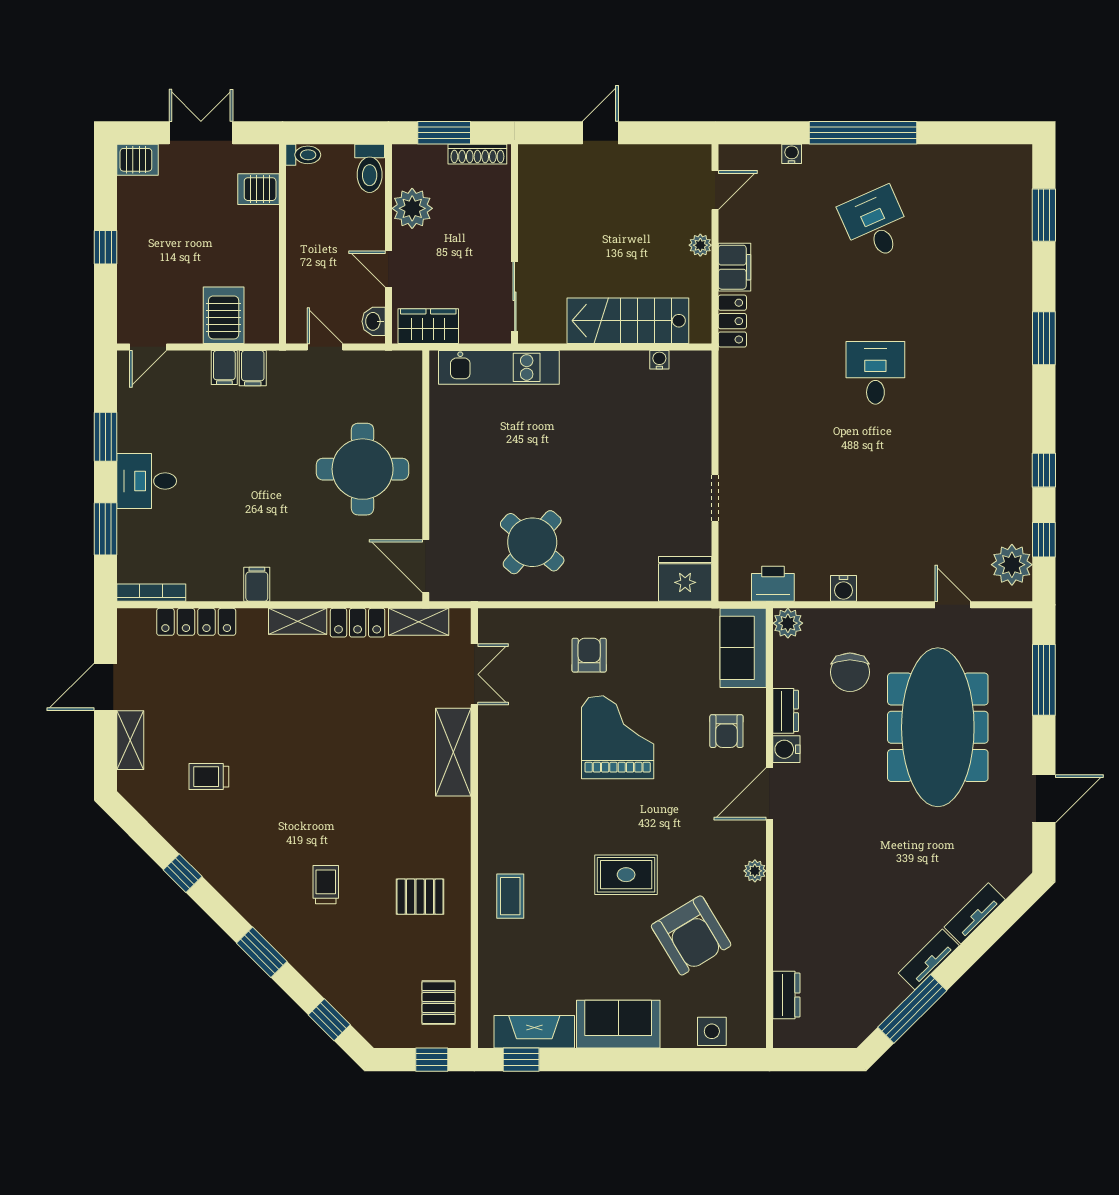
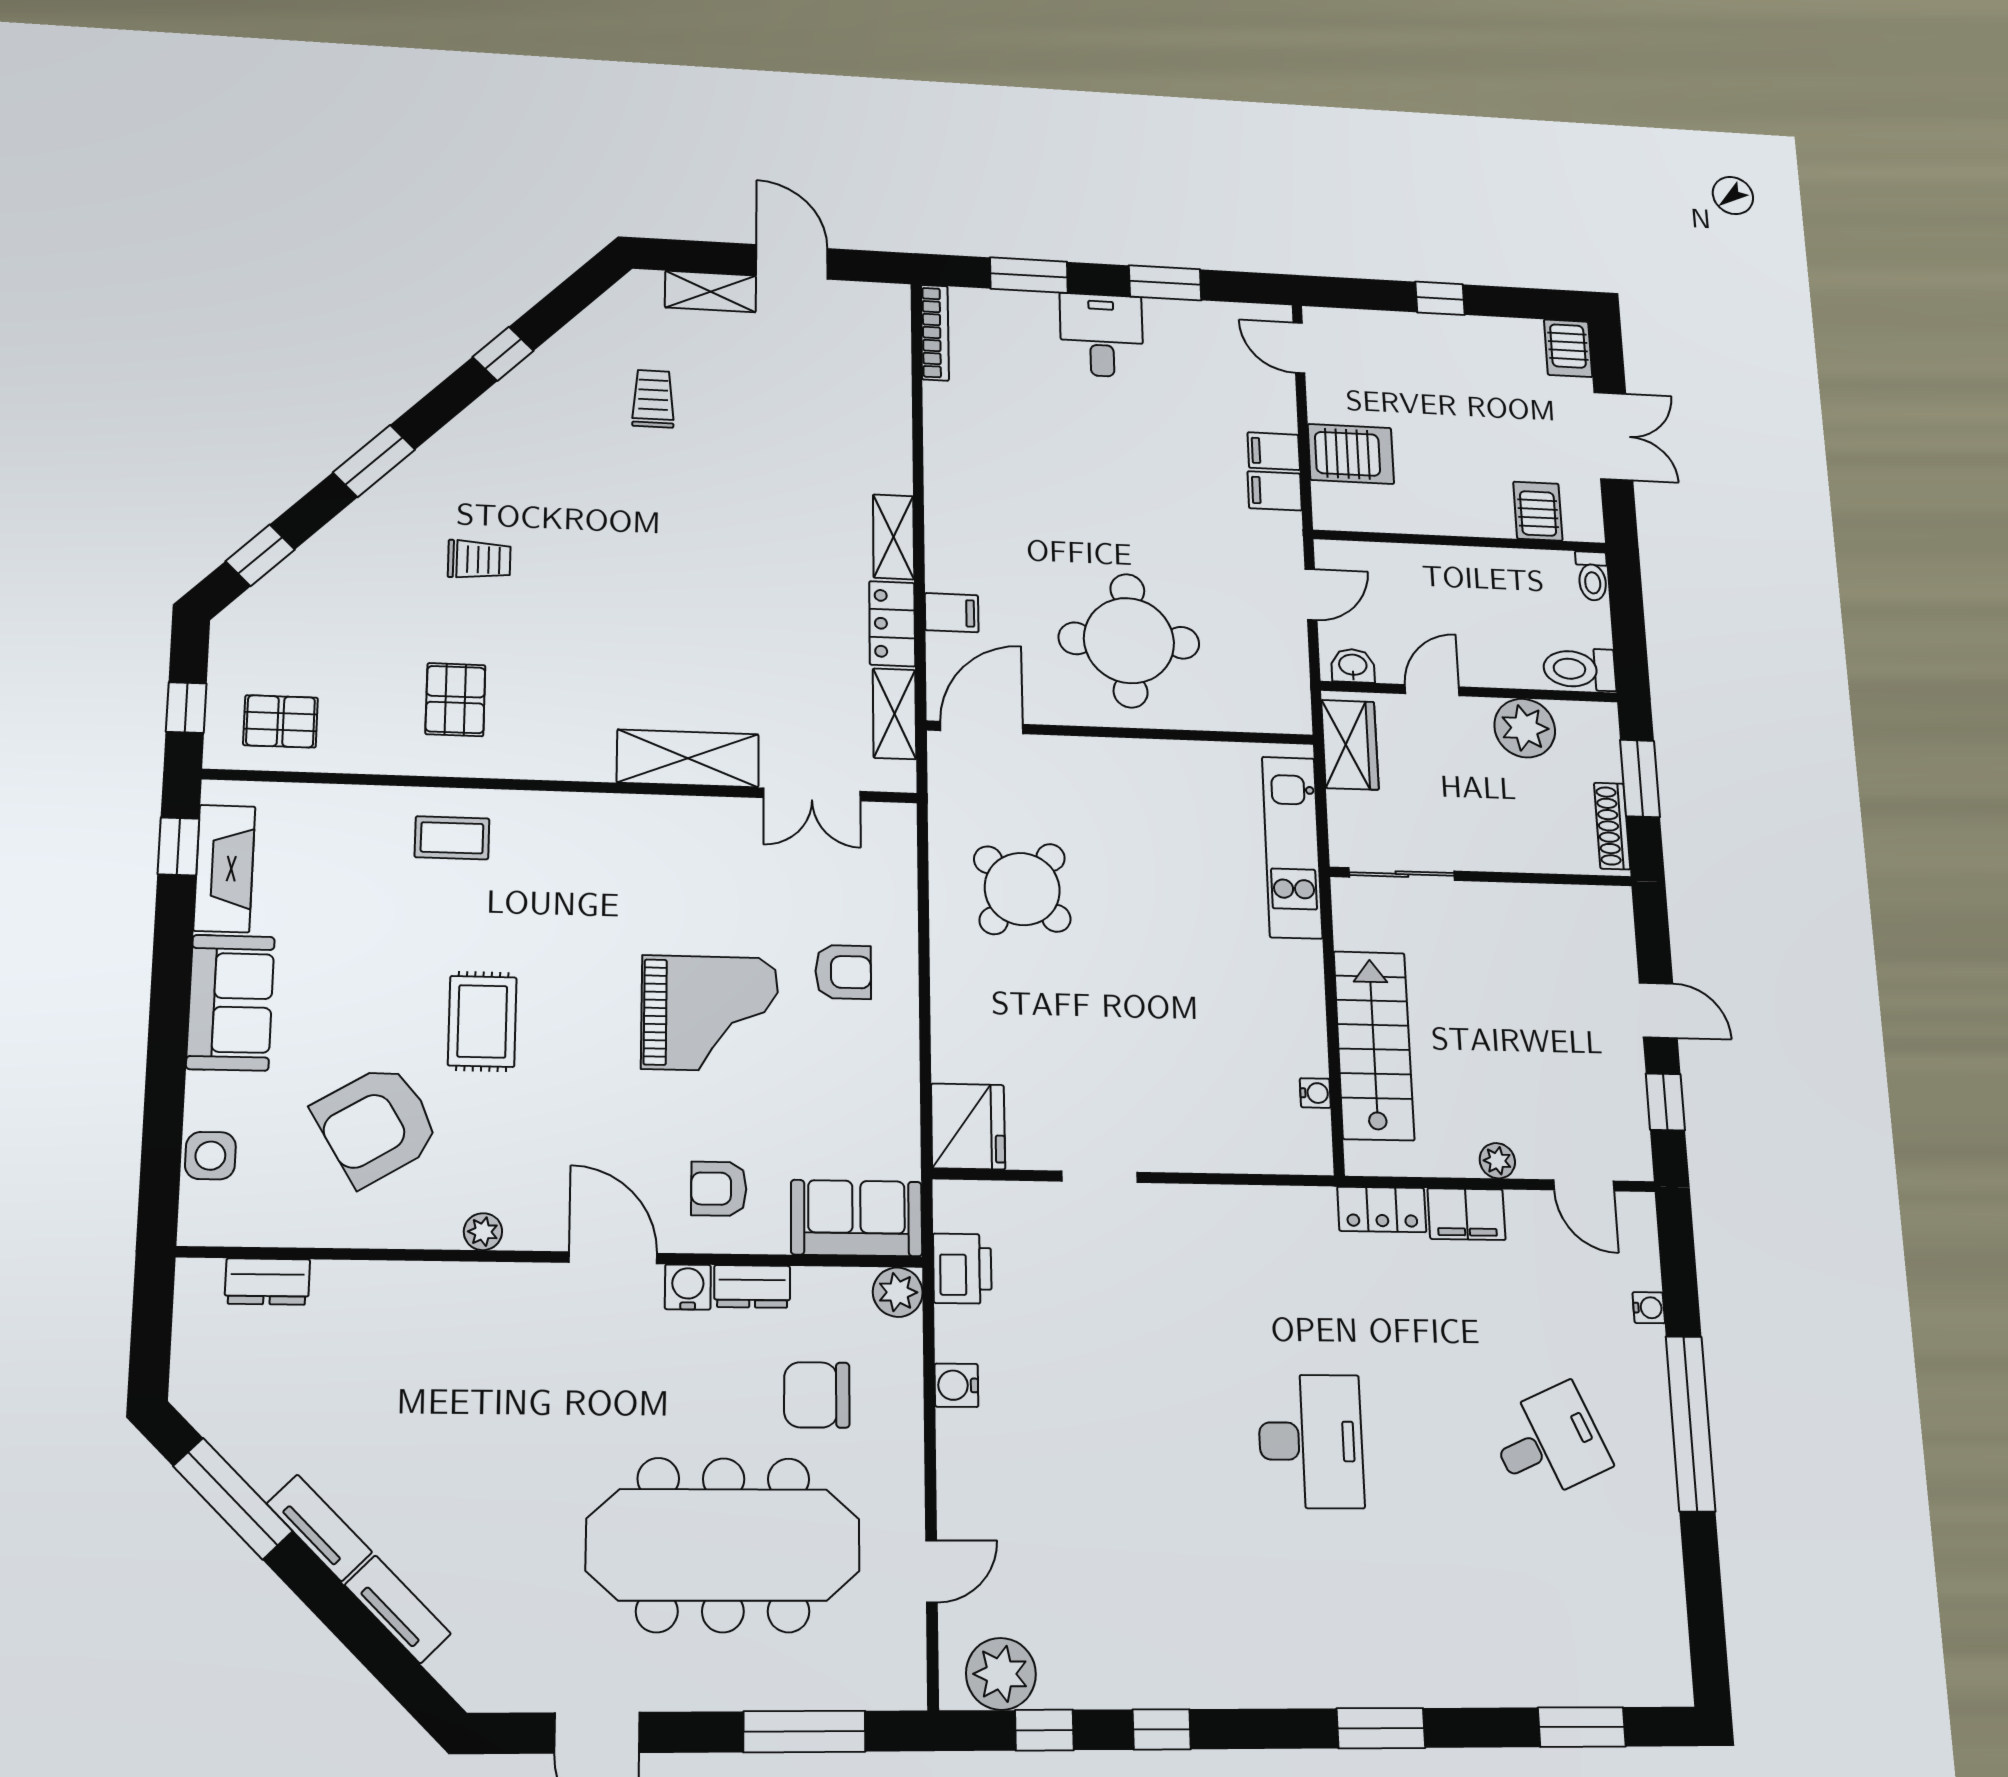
window: (660, 133) -> (1665, 1102), added
desk: (875, 373) -> (1311, 1441), width x1.37
filing cabinet: (257, 584) -> (952, 613), moved
locker: (196, 622) -> (891, 393), removed

